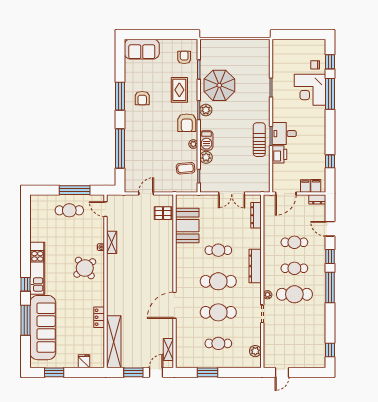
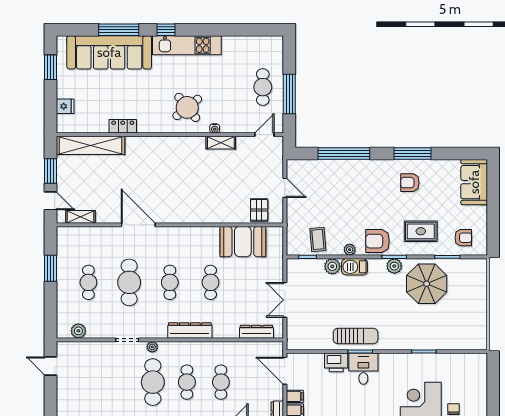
cafe table: (218, 281) -> (170, 282), width x0.73, depth x0.74

